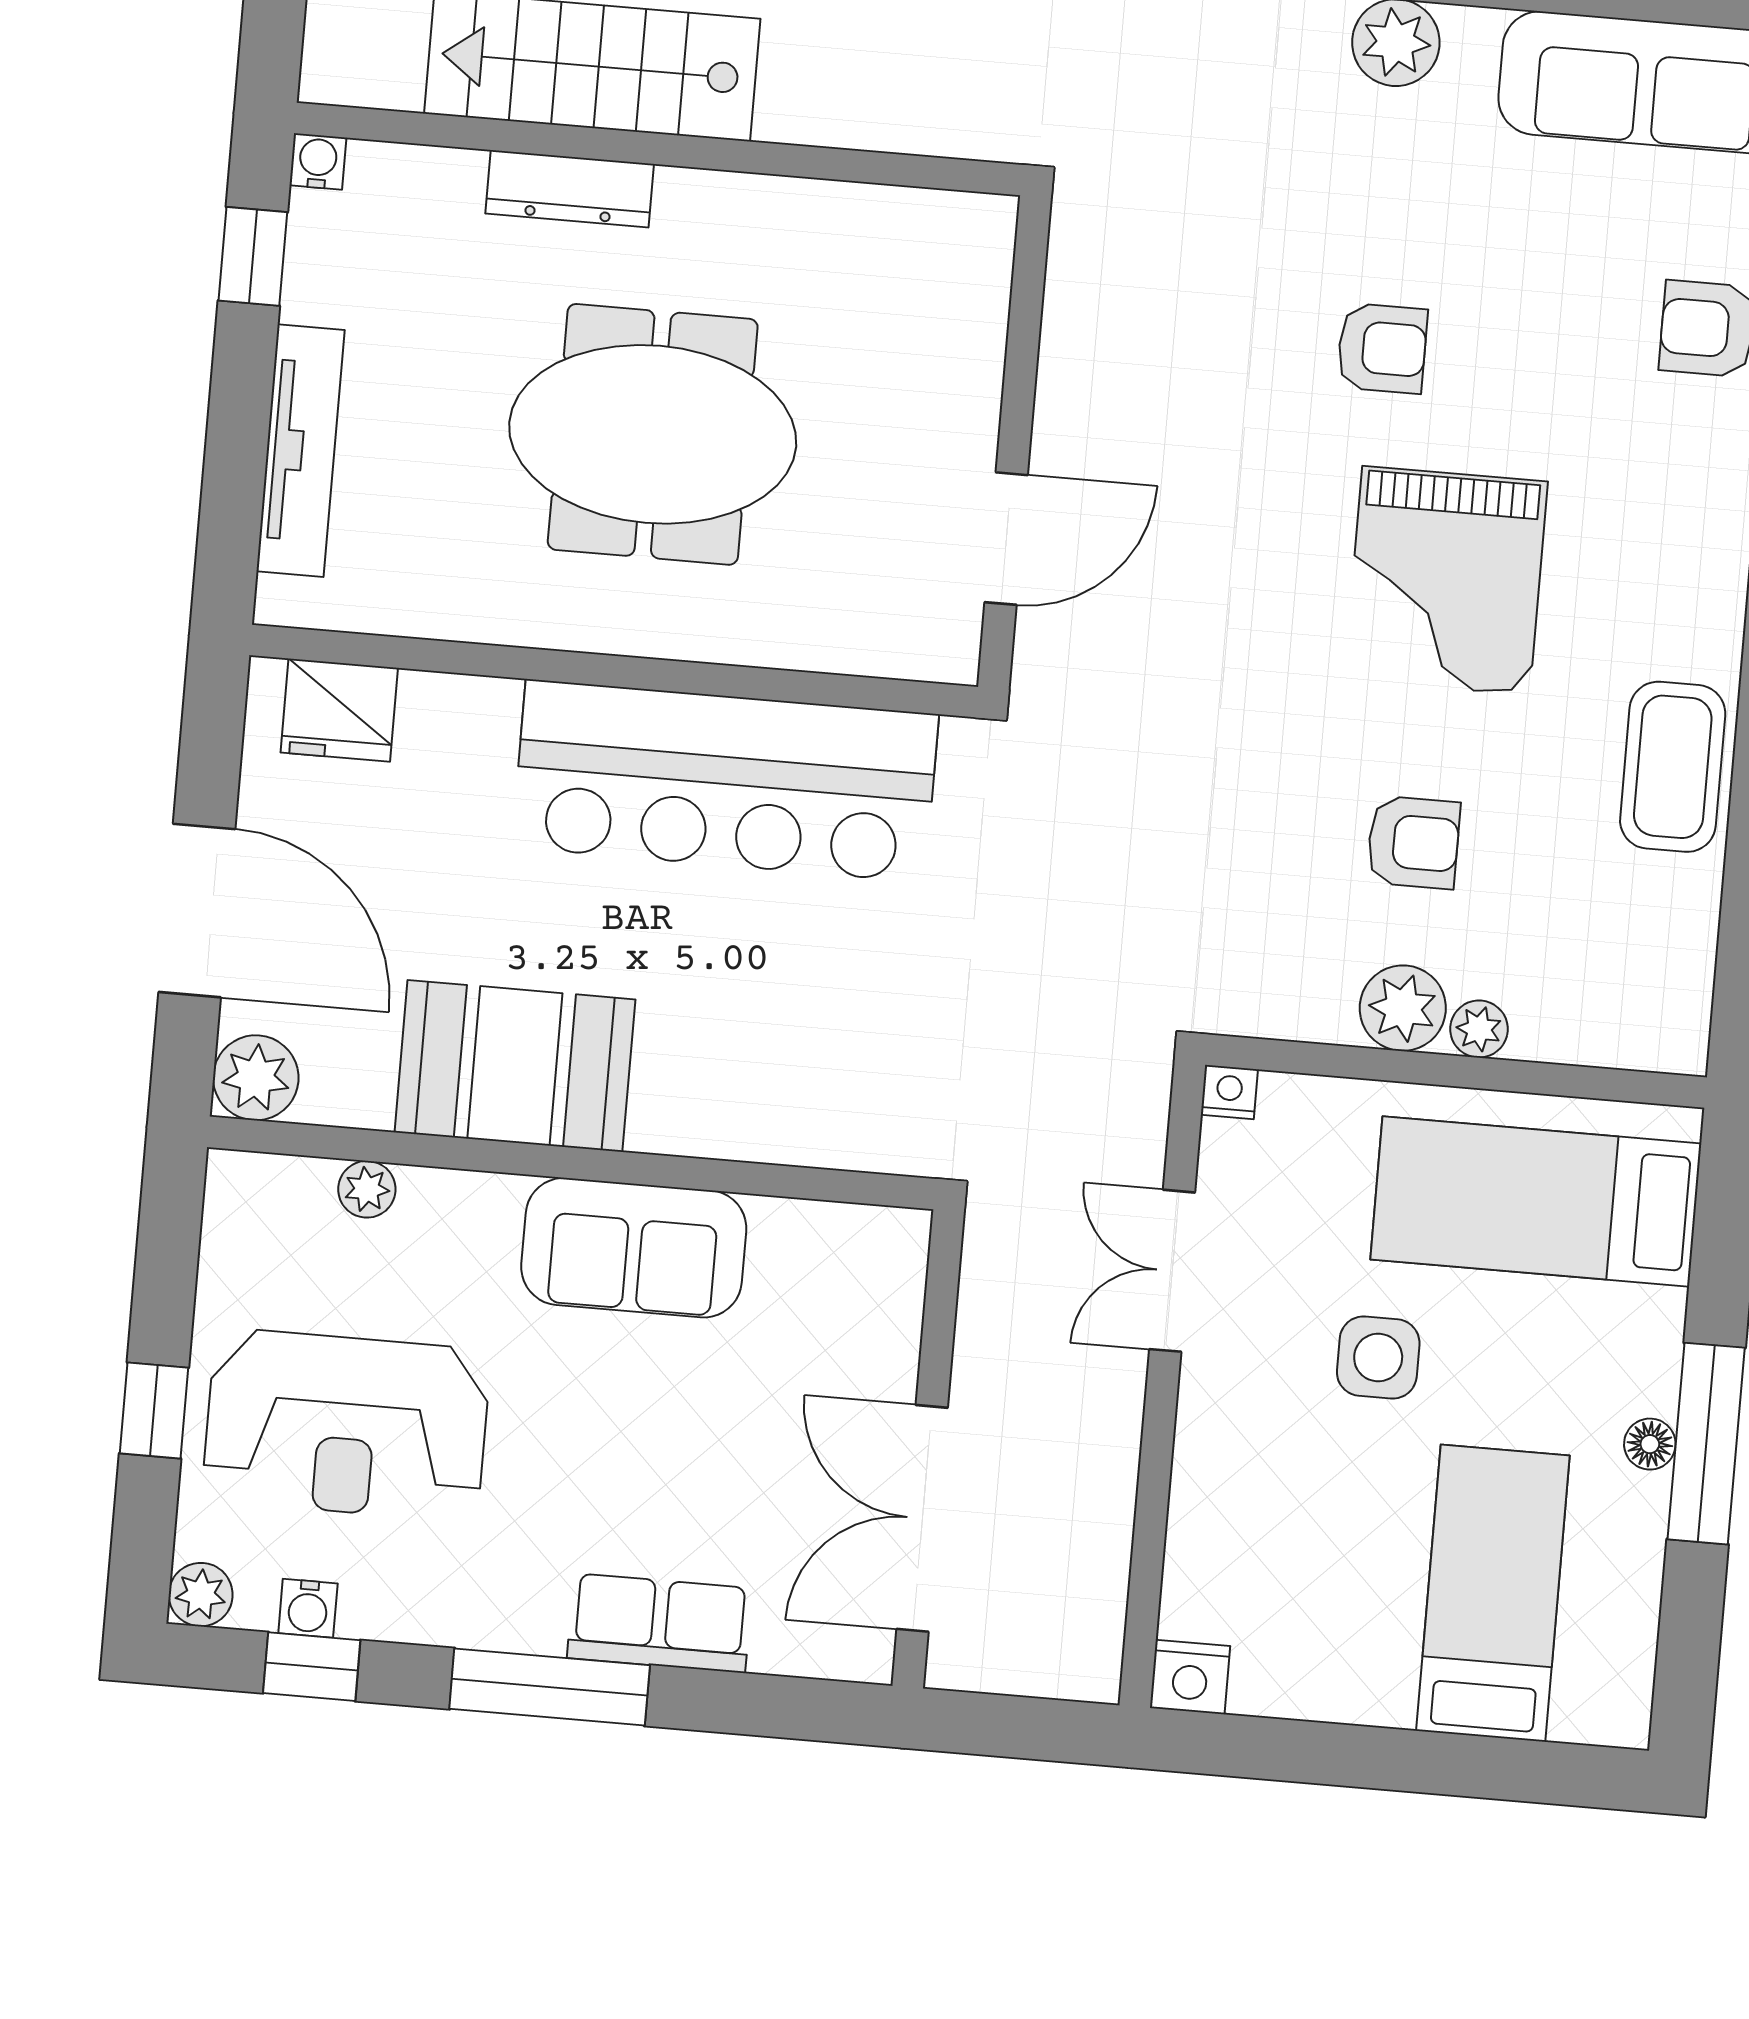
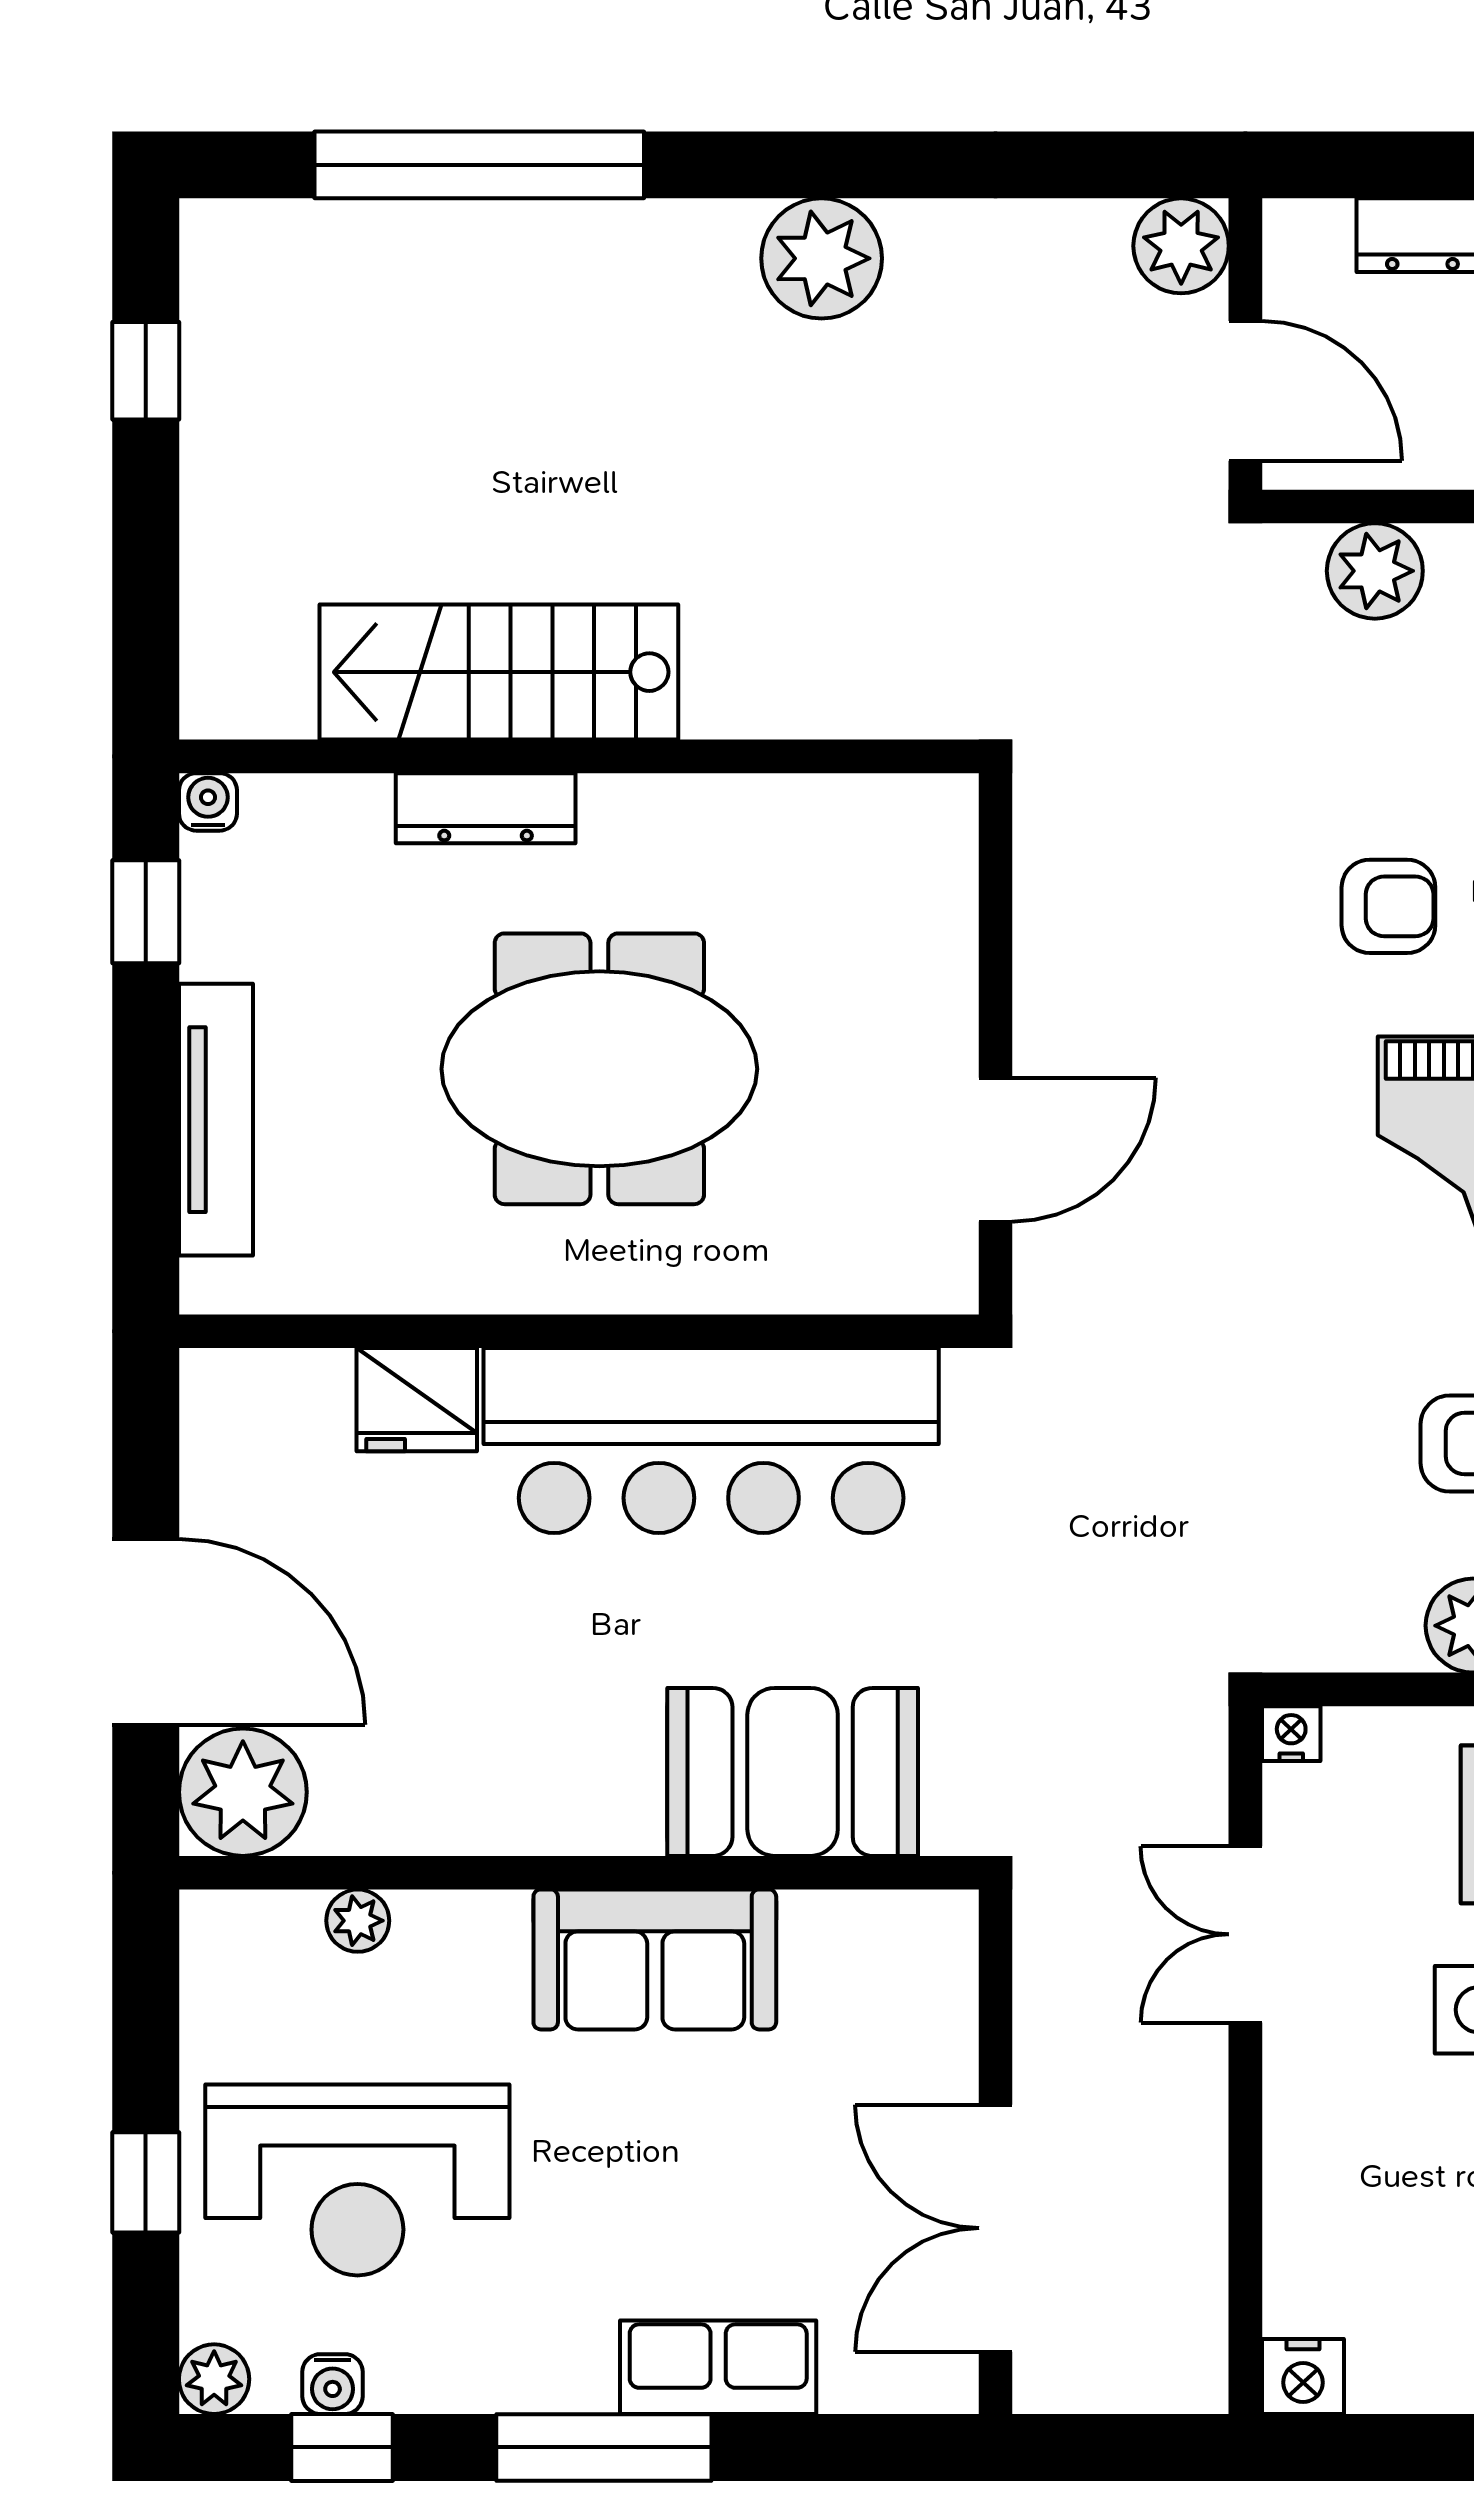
fridge: (339, 710) -> (417, 1400), moved
booth: (515, 1066) -> (793, 1772), moved
plant: (256, 1078) -> (243, 1792), width x1.36, depth x1.36

